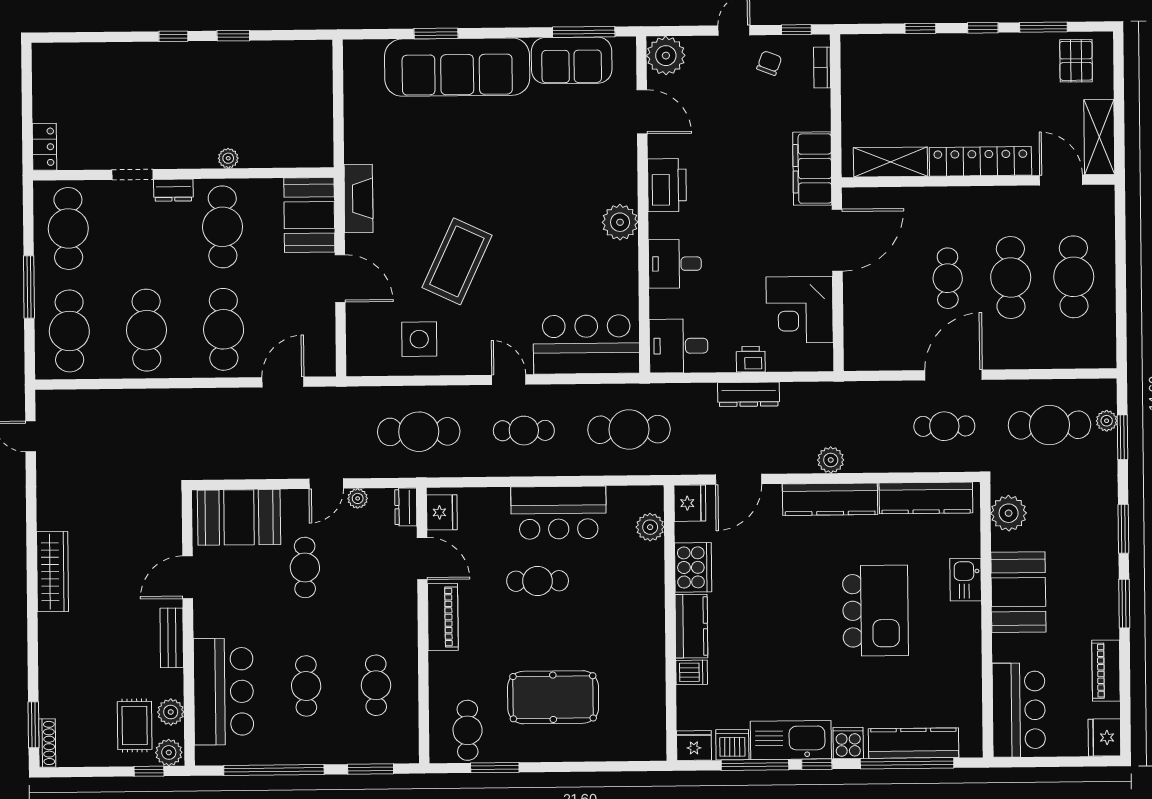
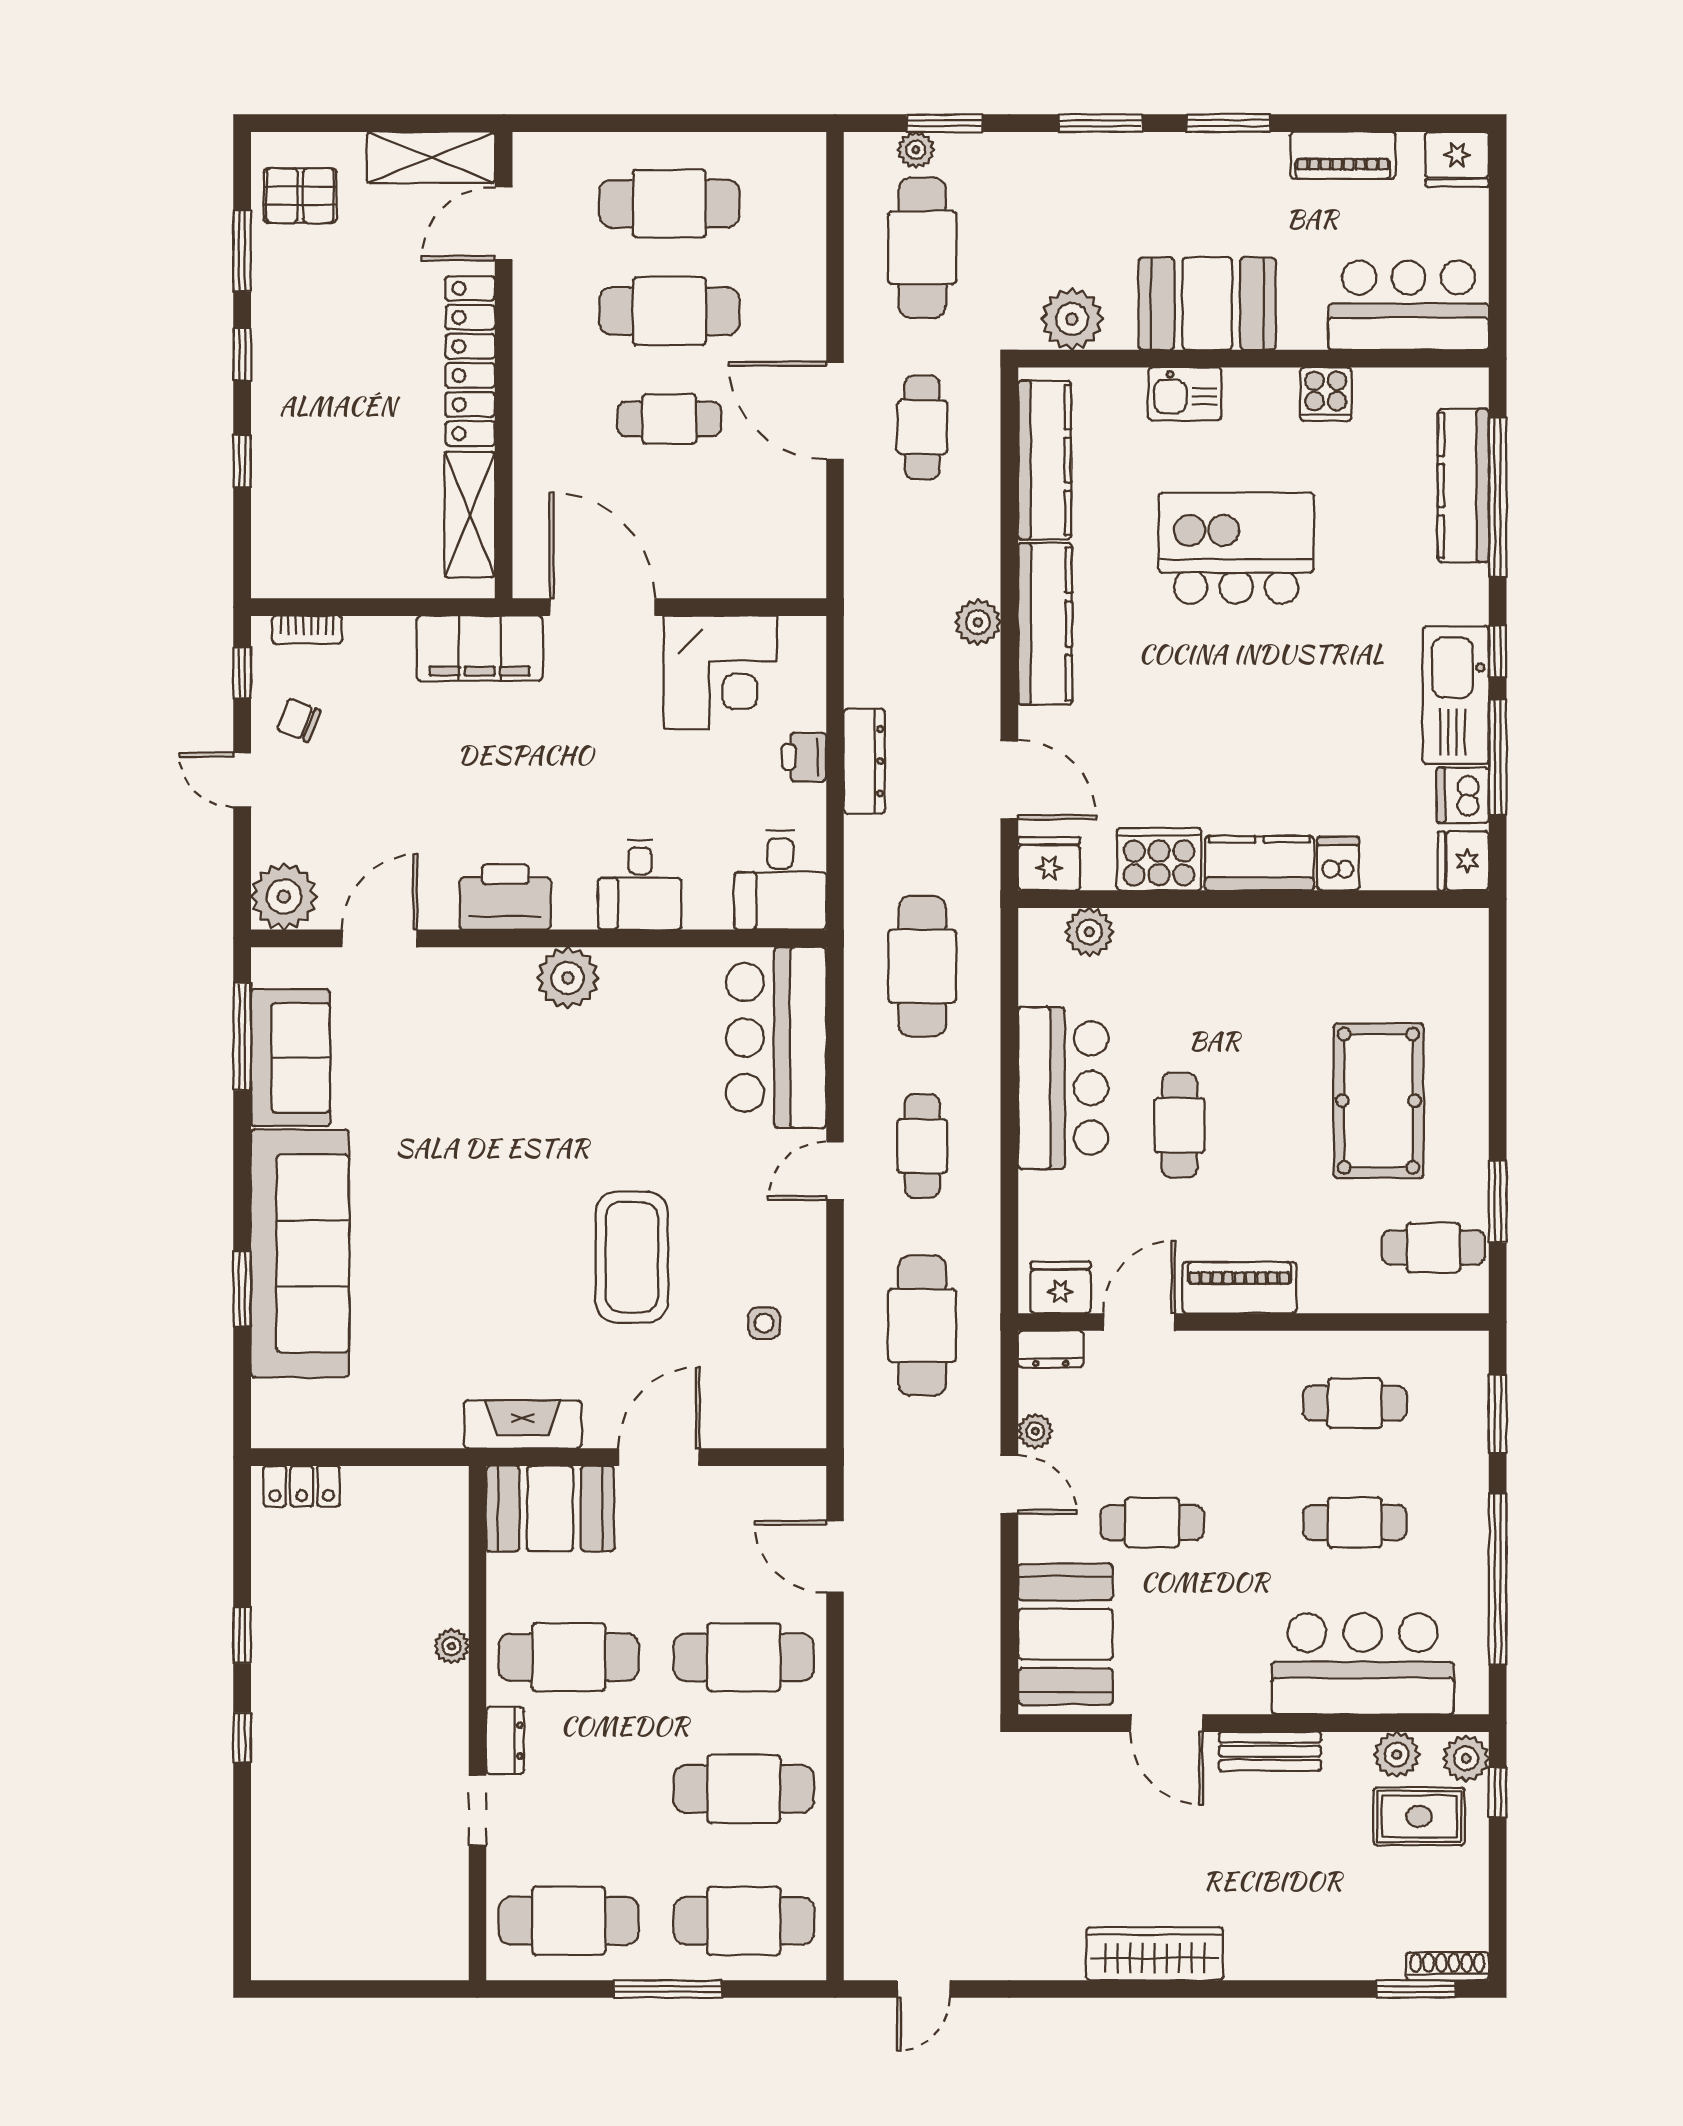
locker: (44, 147) -> (302, 1486), moved, turned 180
coffee table: (457, 261) -> (632, 1257), turned 65
side table: (419, 339) -> (764, 1323), width x0.54, depth x0.54
cooker: (848, 743) -> (1326, 394), moved, turned -90

